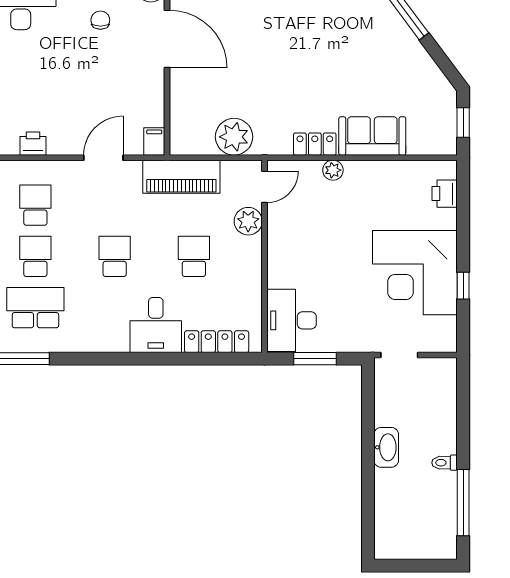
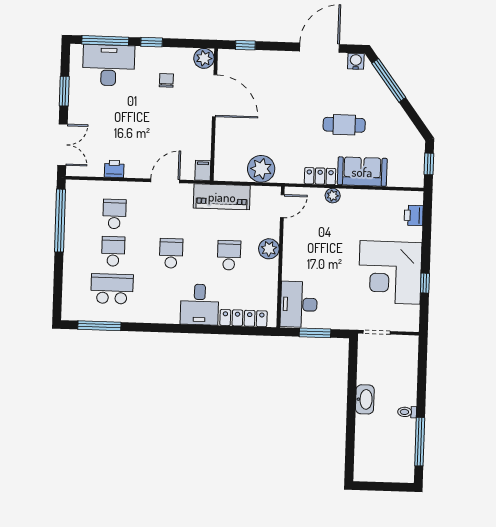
cafe table: (345, 73) -> (344, 125), added
plant: (248, 221) -> (269, 249), moved

